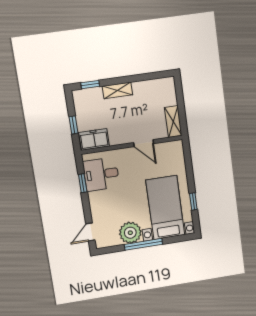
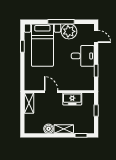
boiler: (140, 88) -> (49, 129), added
freezer: (94, 139) -> (72, 99), moved
desk: (101, 174) -> (83, 56), moved
door: (90, 232) -> (96, 36), hinge flipped

